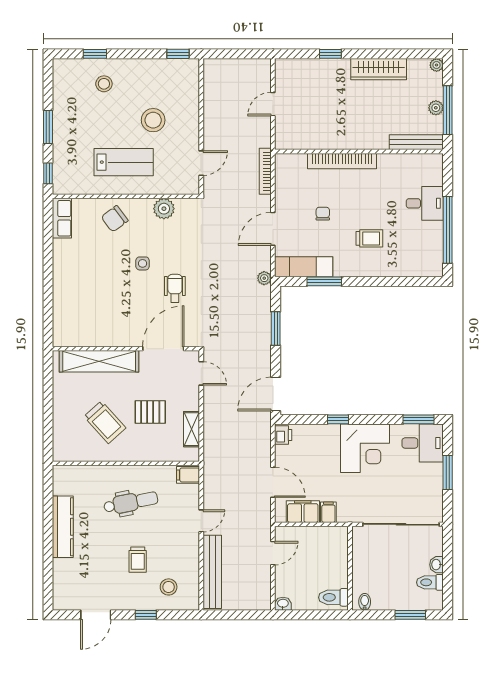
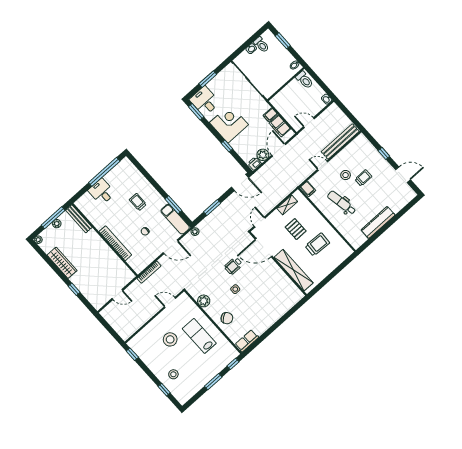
trolley: (105, 422) -> (317, 244), turned 45
plant: (285, 456) -> (263, 155), added
stool: (169, 587) -> (346, 175), moved

